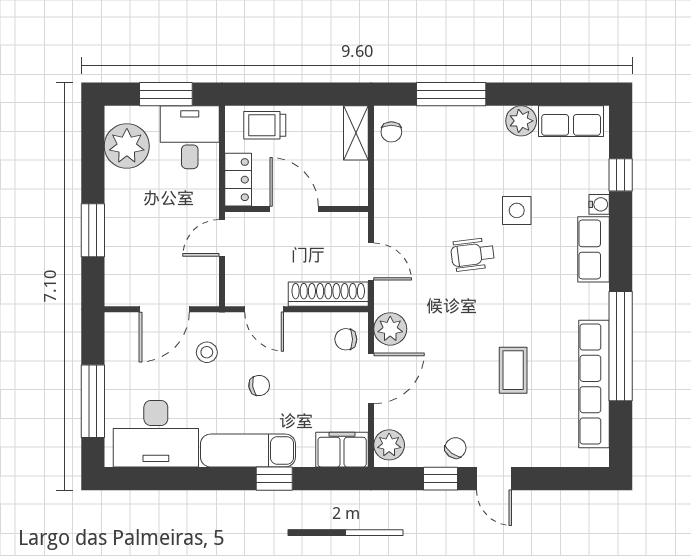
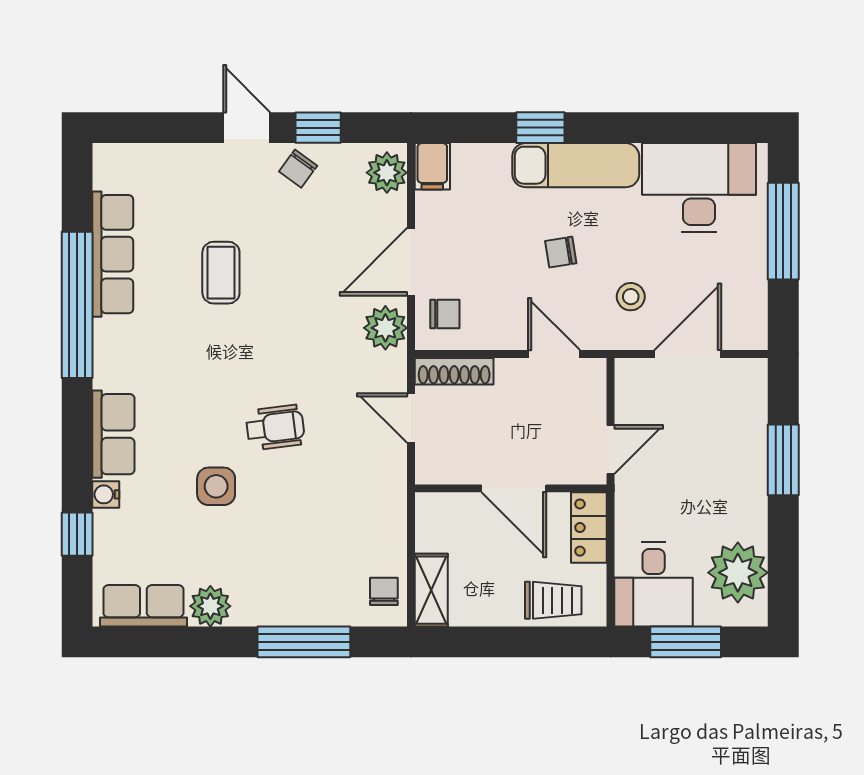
shoe rack: (328, 294) -> (454, 371), width x0.74, depth x0.81
row of seats: (594, 384) -> (113, 254), width x0.73
filing cabinet: (342, 450) -> (432, 166), width x0.50

